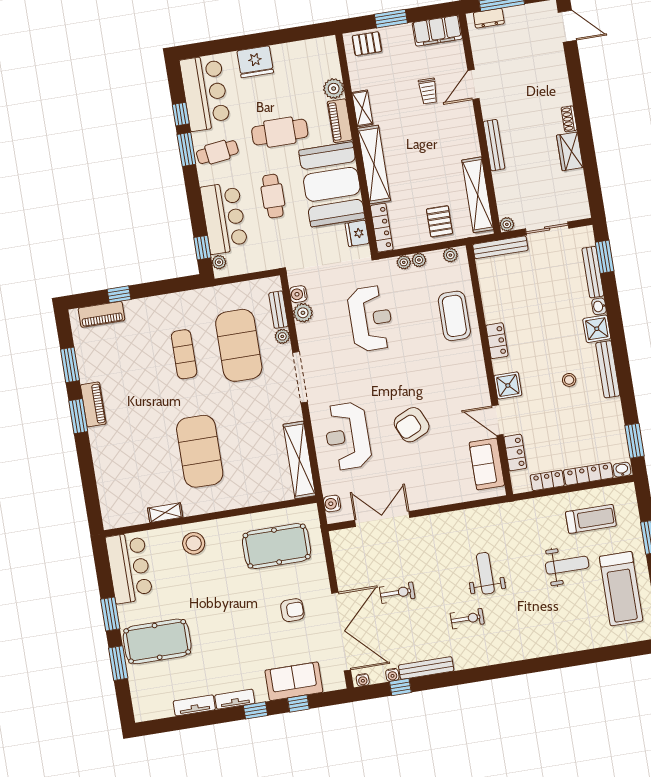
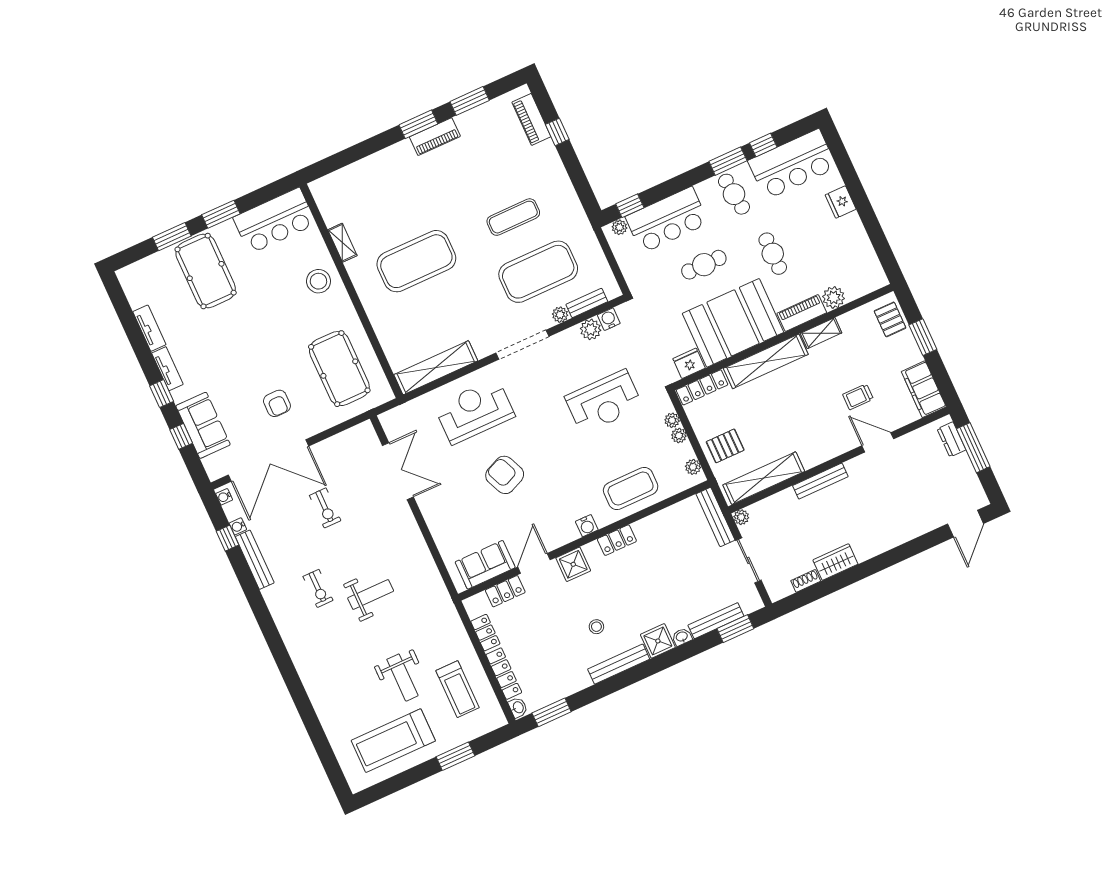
fridge: (255, 62) -> (841, 202), width x0.73, depth x0.75
shoe rack: (569, 119) -> (806, 581), moved
cafe table: (280, 132) -> (773, 254), width x0.73, depth x0.74
water cooler: (332, 503) -> (587, 526), moved, turned 180

